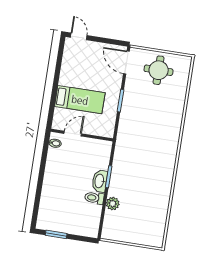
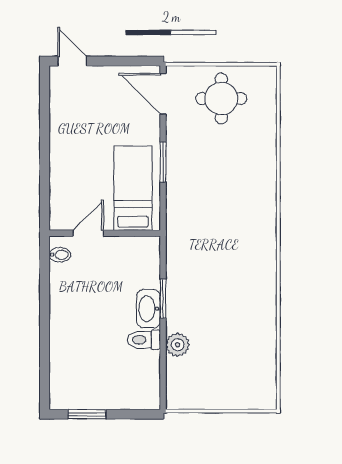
bed: (80, 100) -> (133, 188), moved, turned -90

